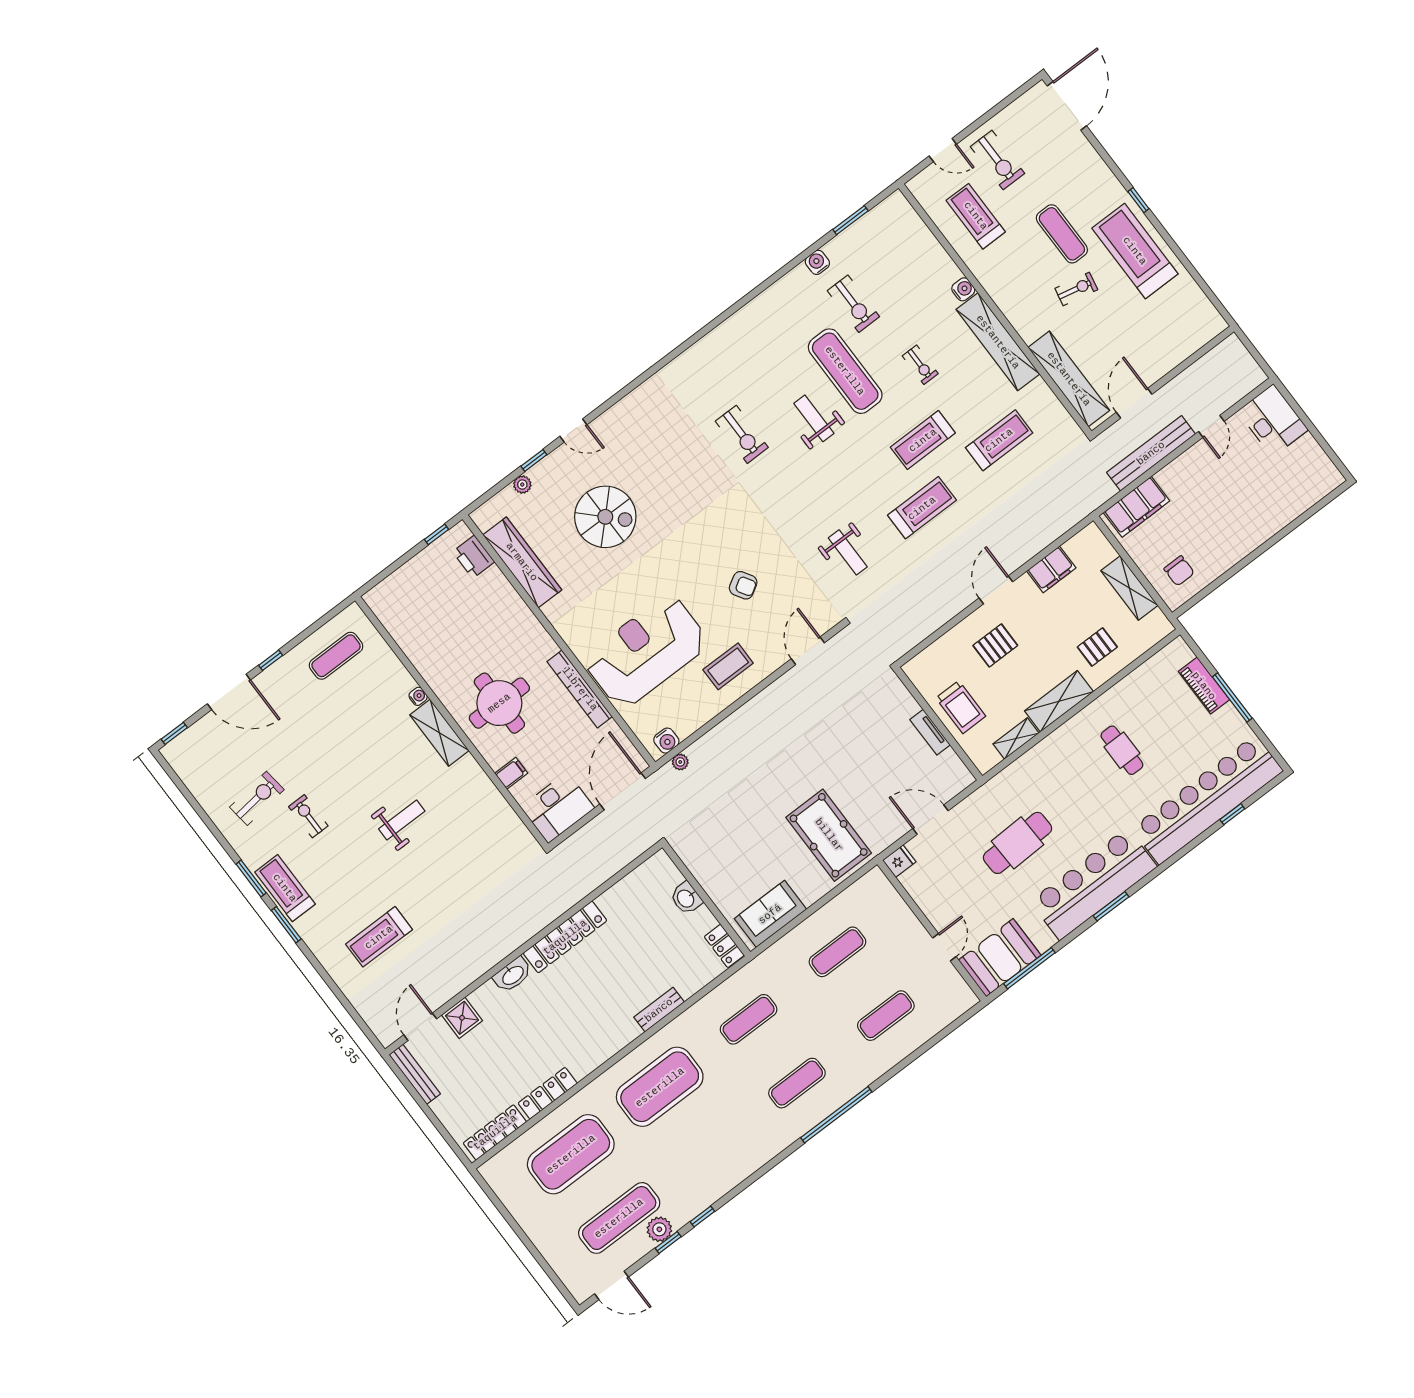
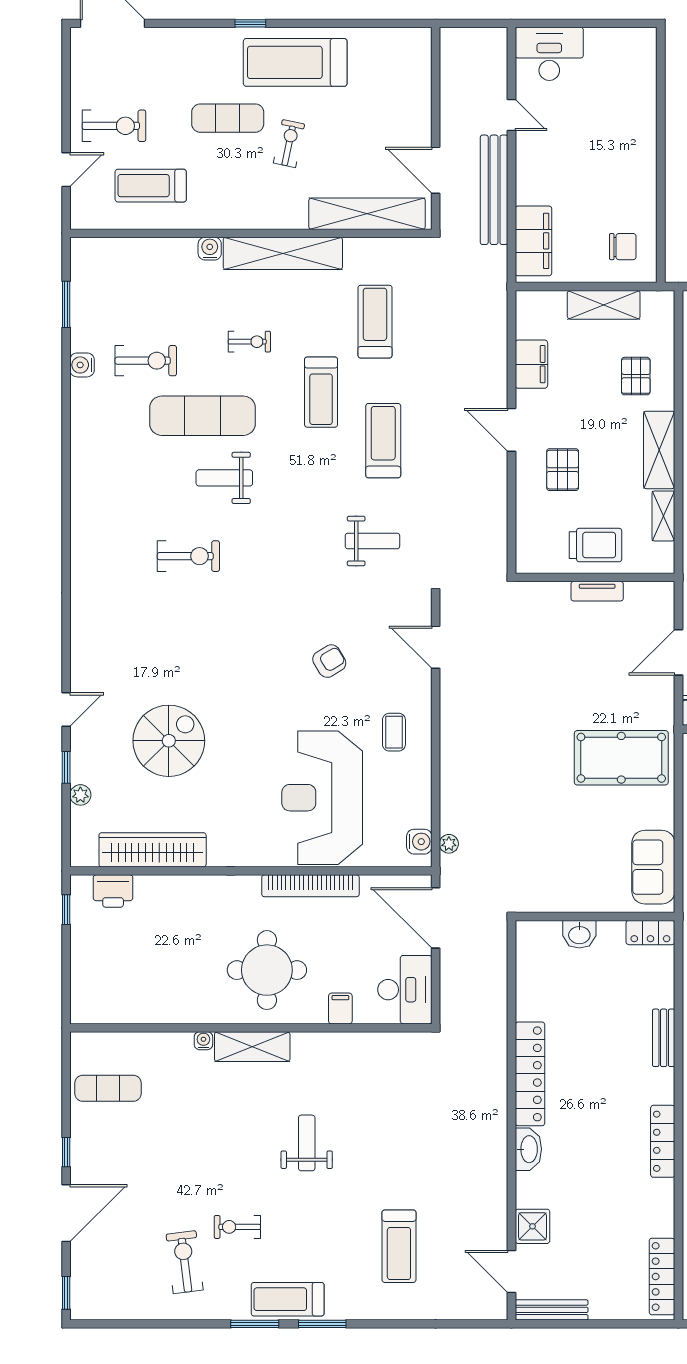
exercise mat: (336, 656) -> (108, 1088), turned 90
coffee table: (728, 666) -> (394, 732), width x0.73, depth x0.77
locker: (548, 1093) -> (663, 1141), moved

